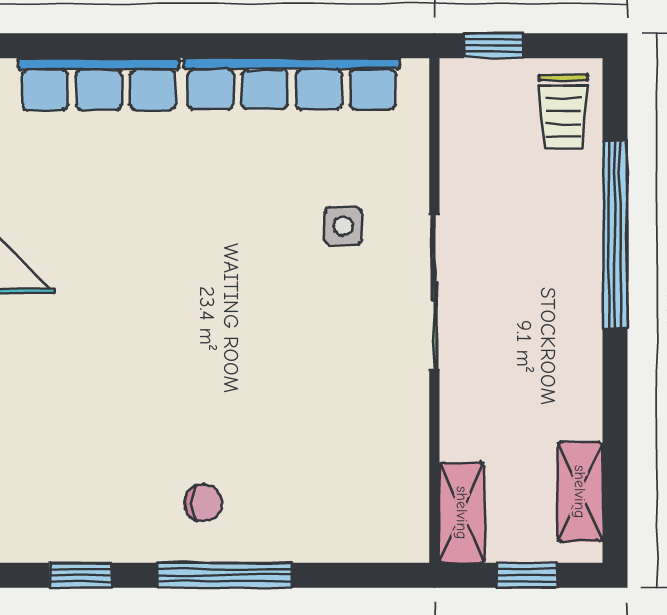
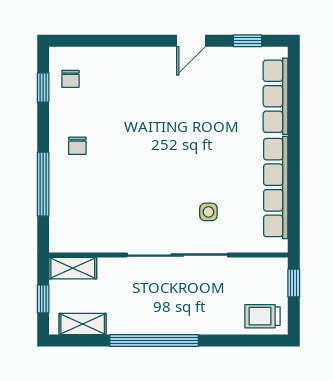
window: (615, 235) -> (154, 341), moved
sliding door: (434, 292) -> (177, 255), width x1.36
chair: (62, 517) -> (71, 79), added
window: (225, 575) -> (43, 184), moved

